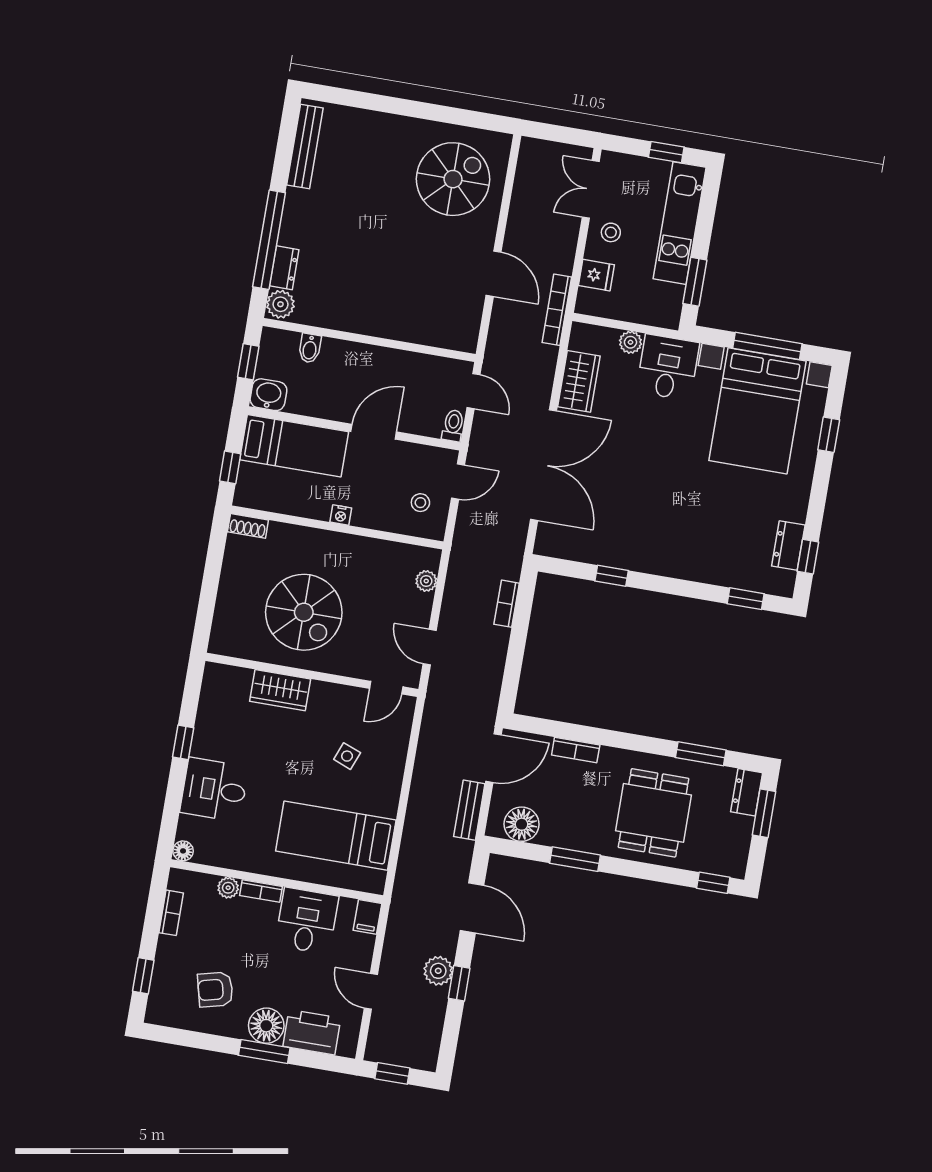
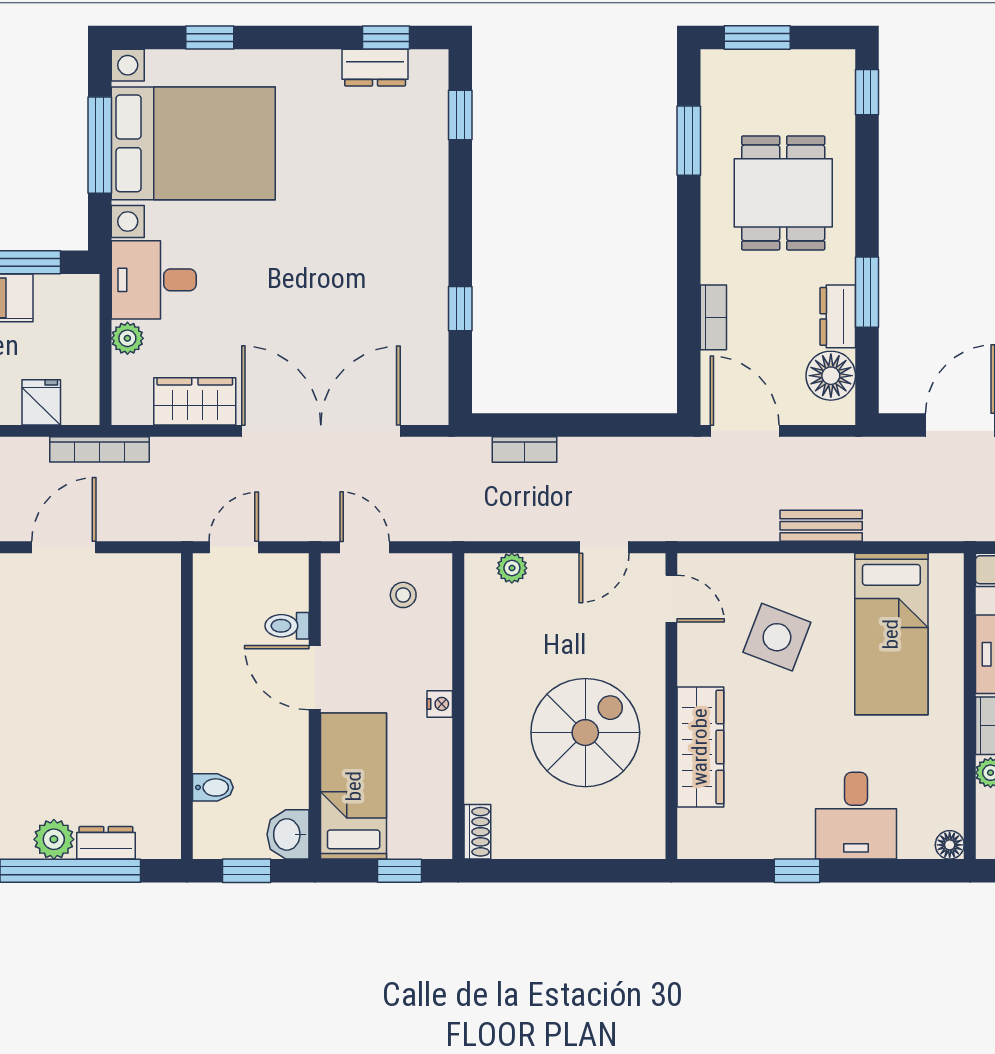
plant: (280, 304) -> (54, 839), moved
toilet: (453, 426) -> (287, 626), moved
wardrobe: (280, 690) -> (700, 747), width x1.50
side table: (347, 756) -> (777, 637), width x1.87, depth x1.87
dresser: (747, 792) -> (838, 316), moved, turned 90
bench: (469, 810) -> (821, 526), moved
dining table: (653, 813) -> (783, 193), turned 90

